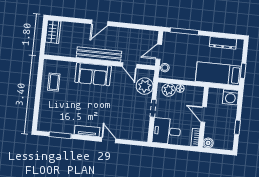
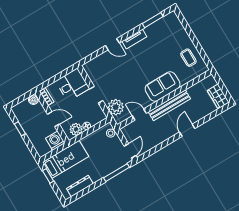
door: (159, 52) -> (130, 151), moved
plant: (169, 90) -> (76, 129), moved
washing machine: (230, 97) -> (55, 141), moved

